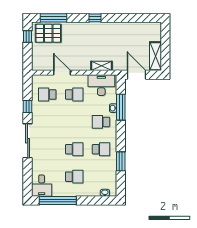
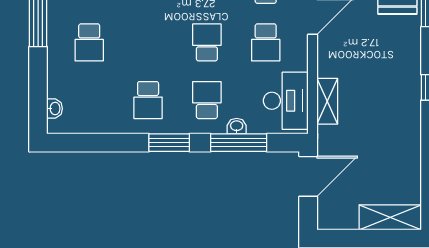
shelving: (156, 56) -> (390, 217), moved
school desk: (74, 149) -> (207, 42), moved, turned 180
window: (121, 161) -> (169, 143), moved

